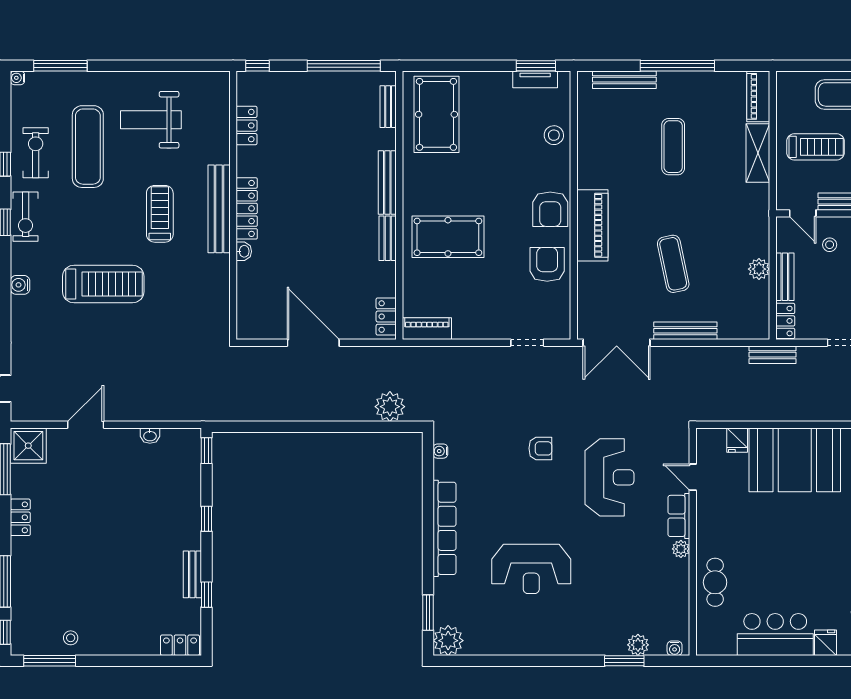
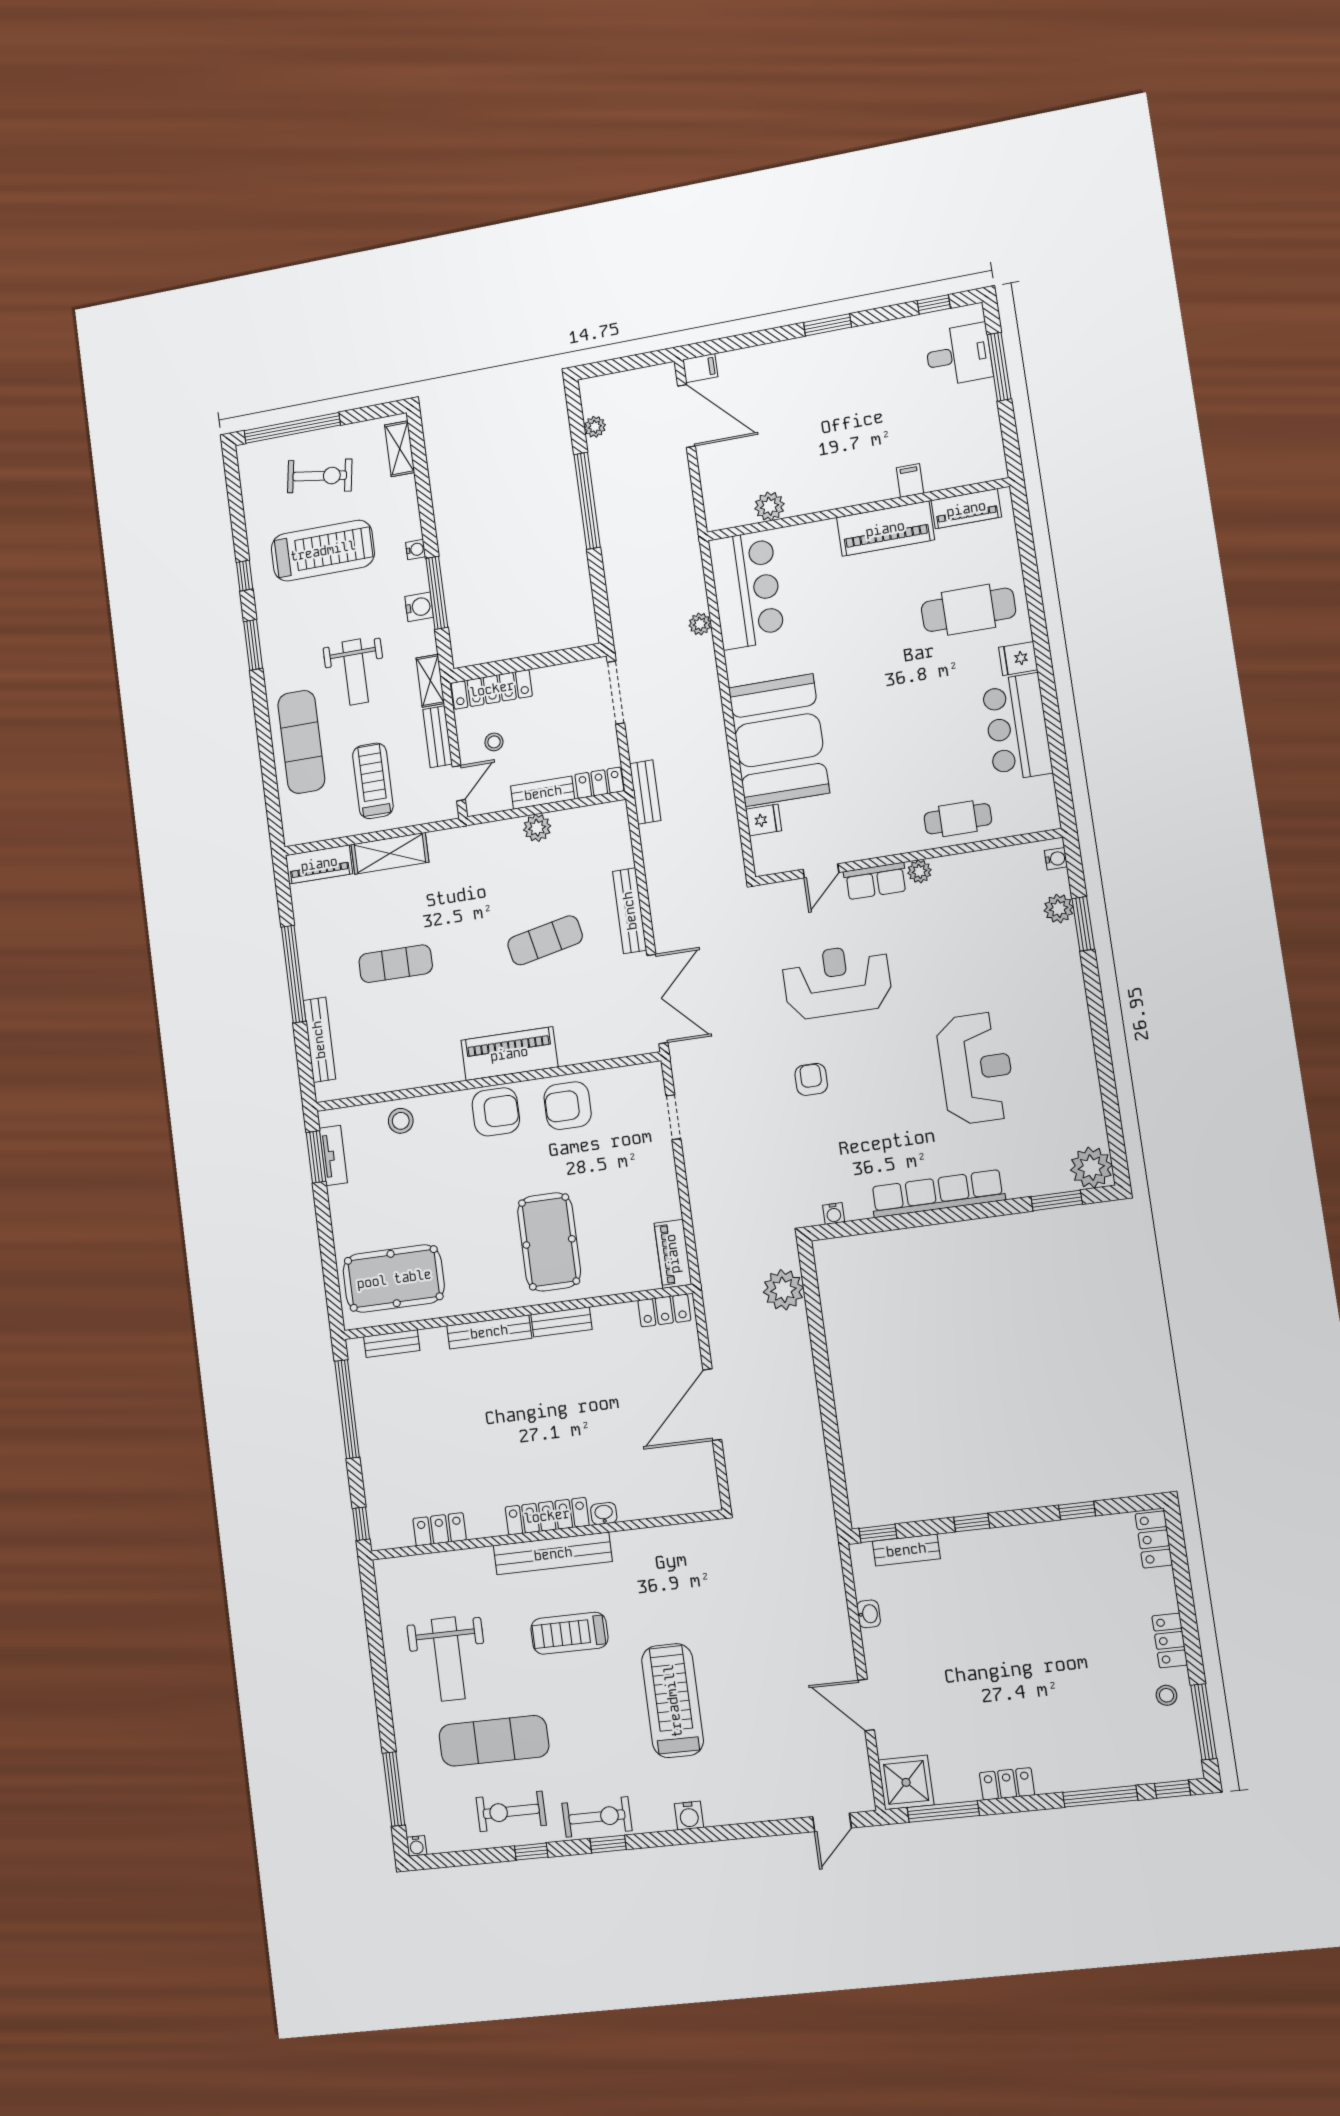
bench: (192, 574) -> (906, 1550), moved
locker: (108, 646) -> (1170, 1640), added

